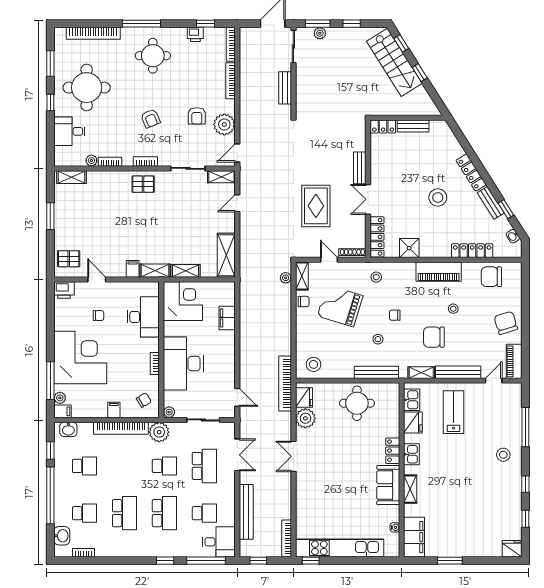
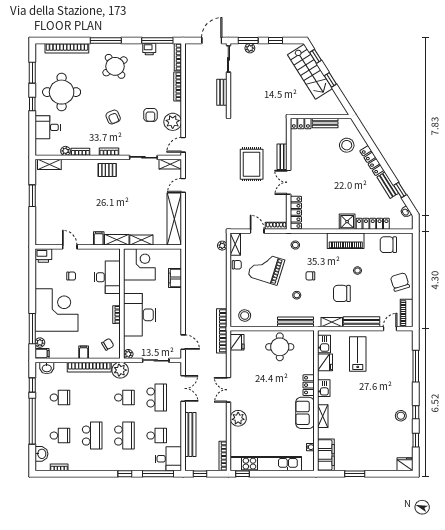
window: (205, 24) -> (157, 40), width x2.17
round table: (153, 56) -> (115, 66), turned -36
stool: (438, 197) -> (347, 145), moved
rug: (316, 206) -> (252, 164), moved
shower: (409, 248) -> (347, 222), moved
shelving: (226, 255) -> (174, 219), width x1.47
pallet: (69, 259) -> (47, 230), removed
plant: (305, 418) -> (238, 418), moved
stool: (503, 455) -> (401, 416), moved

